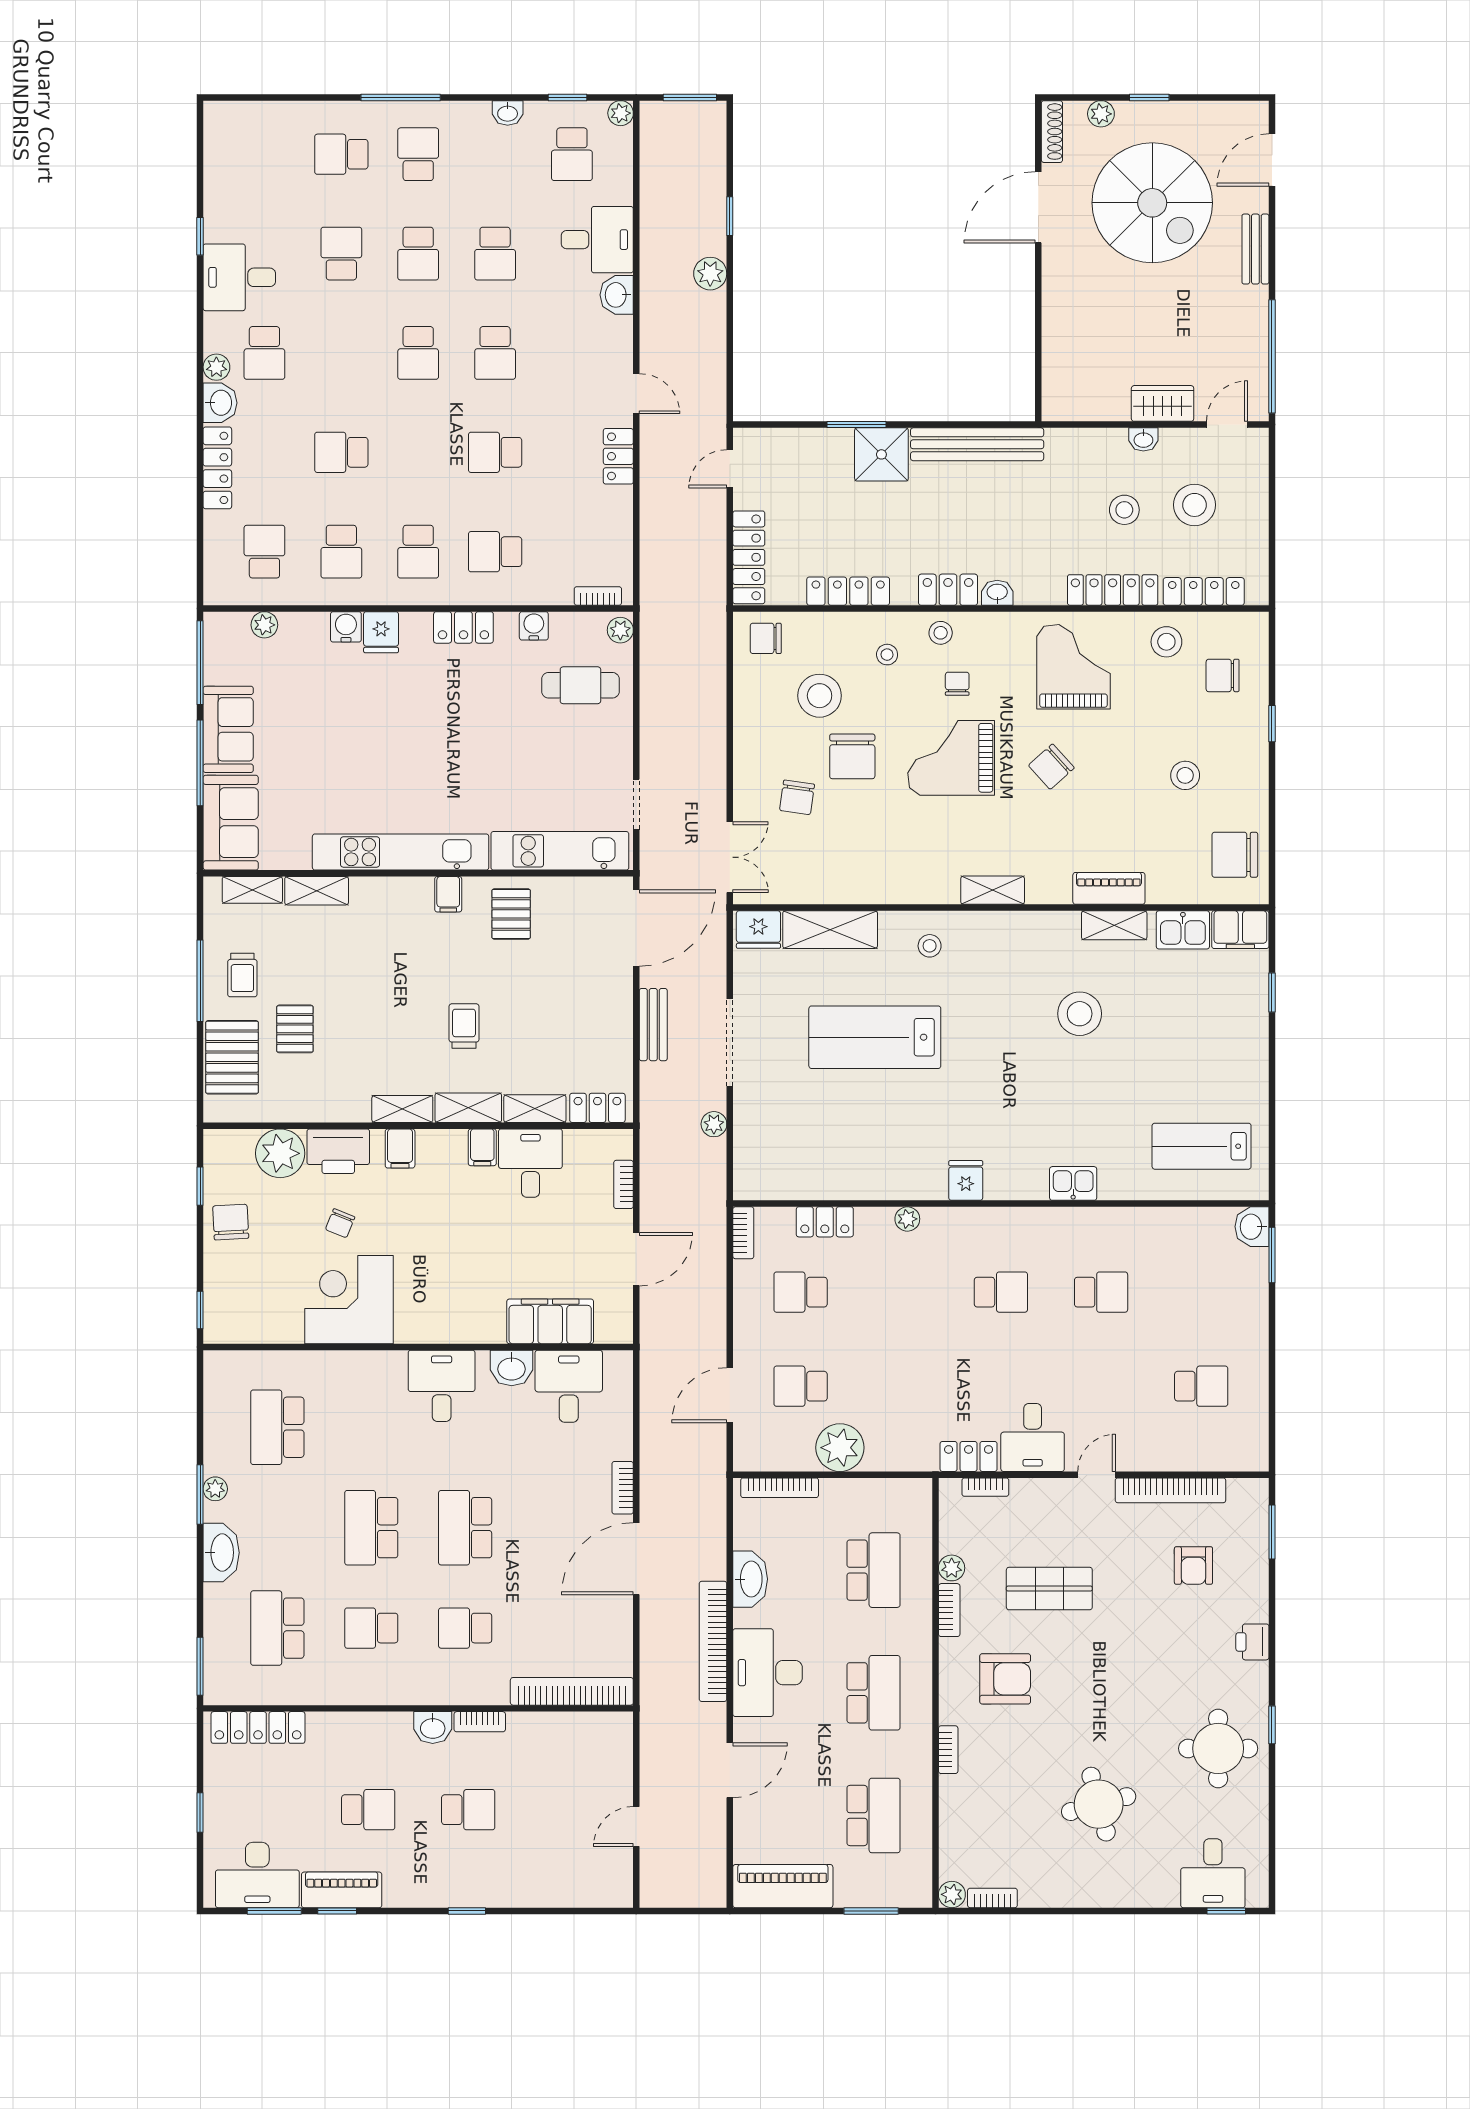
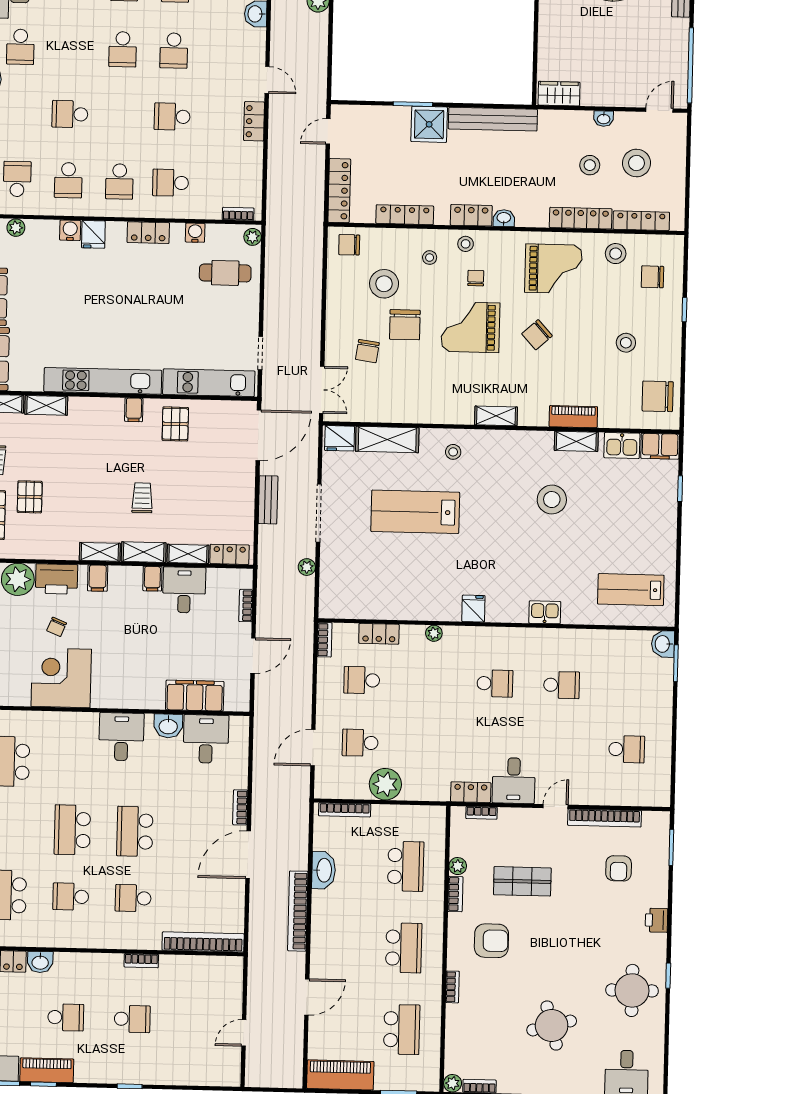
wardrobe: (1163, 403) -> (559, 94), moved
grand piano: (1074, 667) -> (553, 269), turned 90
desk: (768, 1673) -> (334, 933), removed
washbasin: (433, 1728) -> (40, 962), moved

